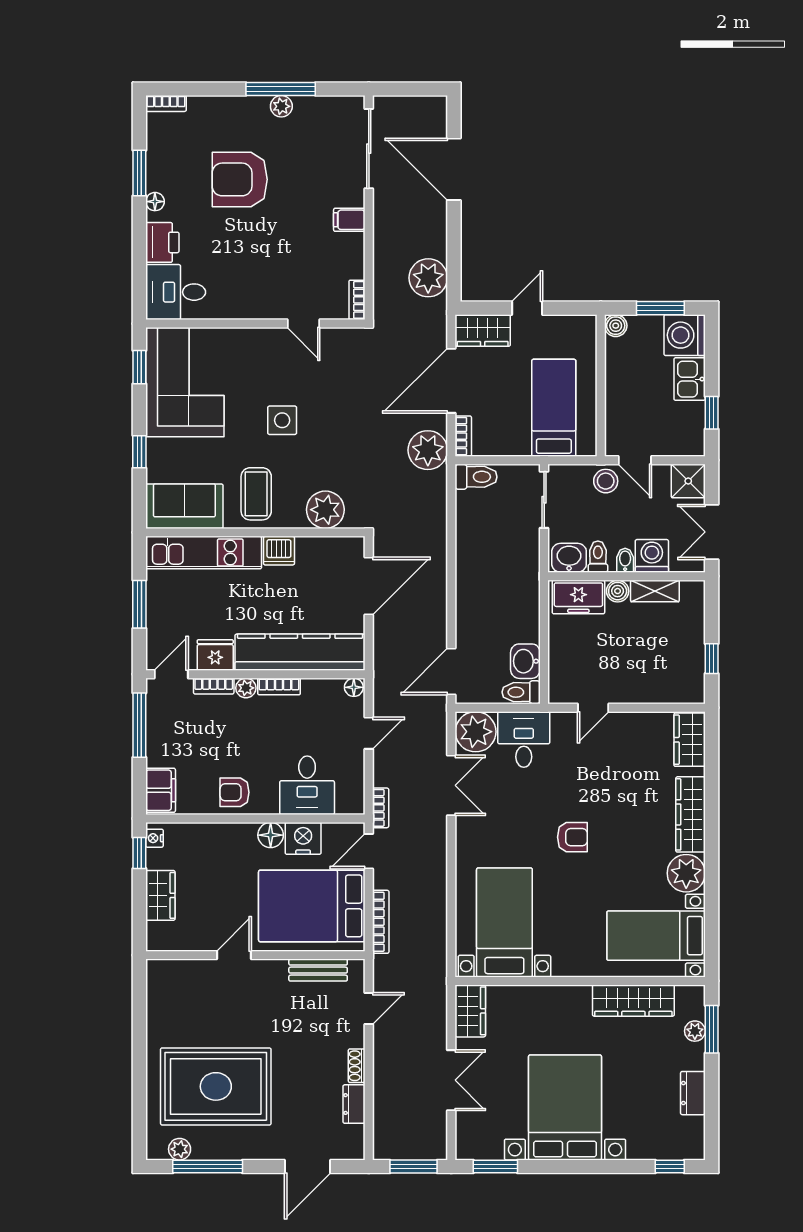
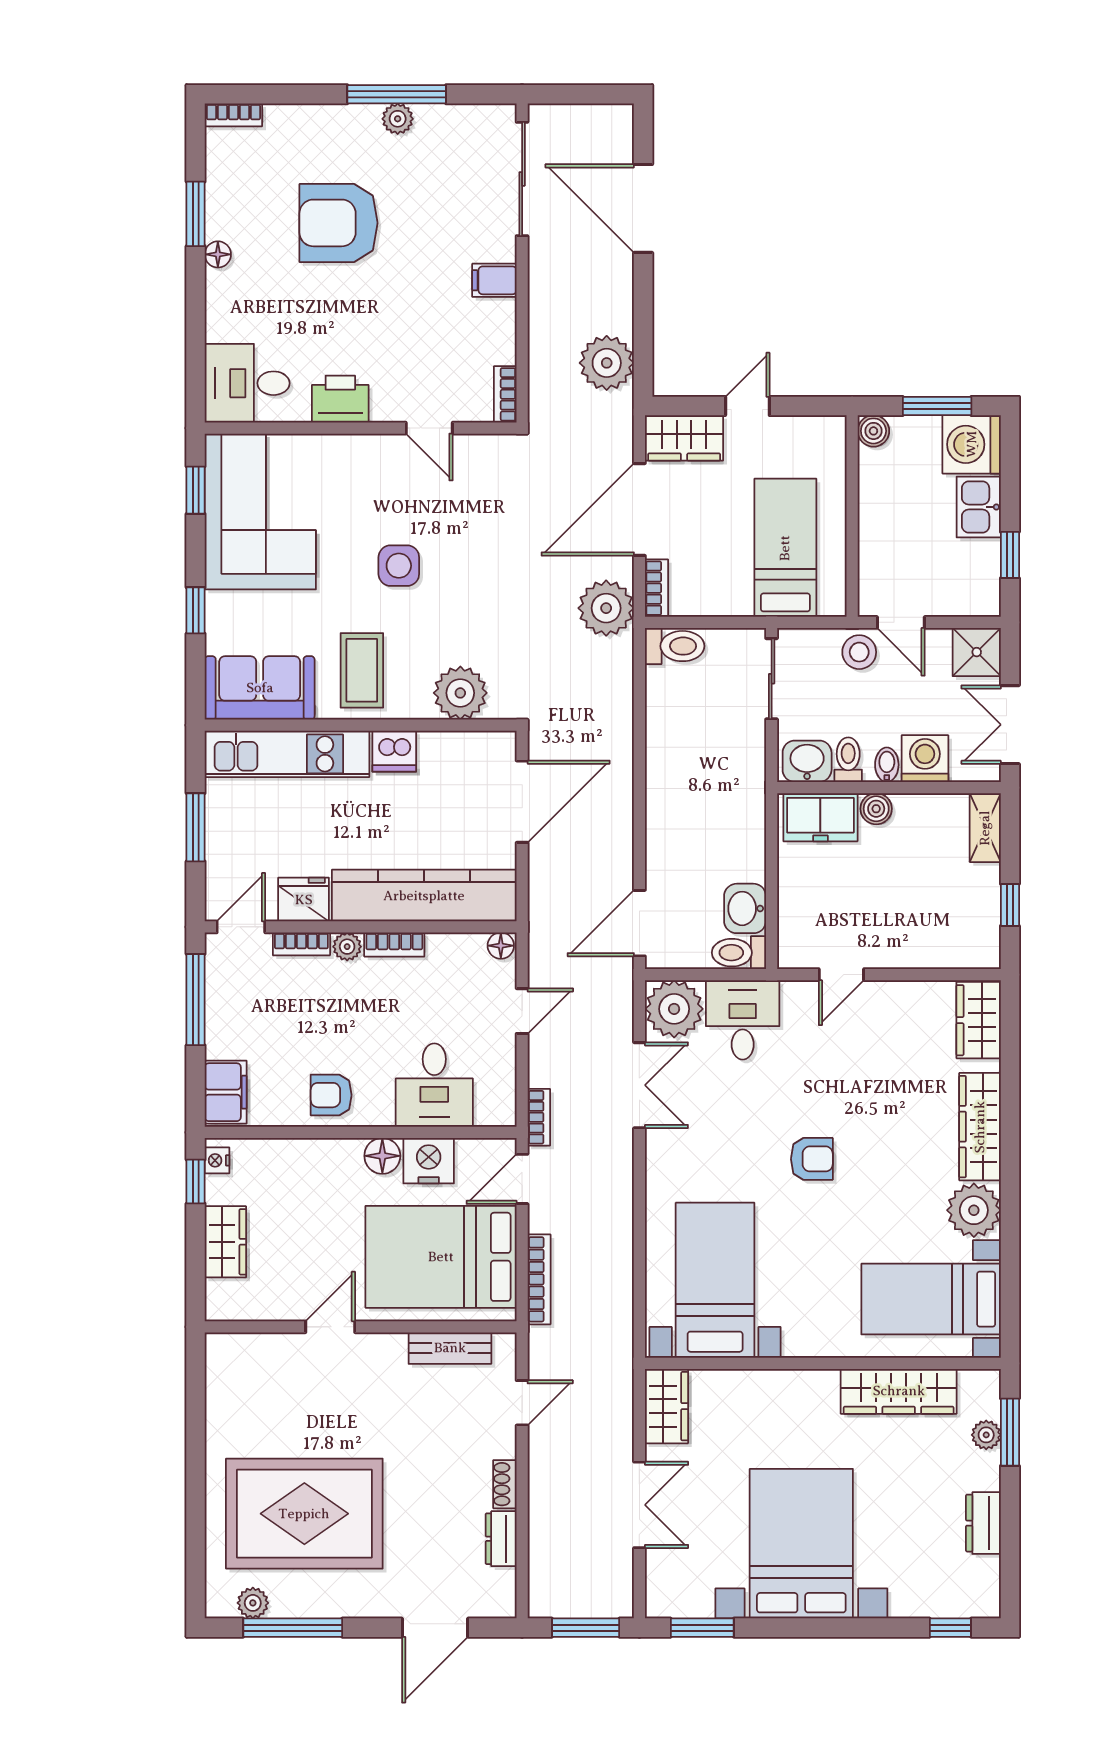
printer: (162, 242) -> (340, 399), moved, turned -90
shelving: (655, 591) -> (985, 828), moved, turned 90

